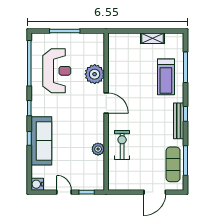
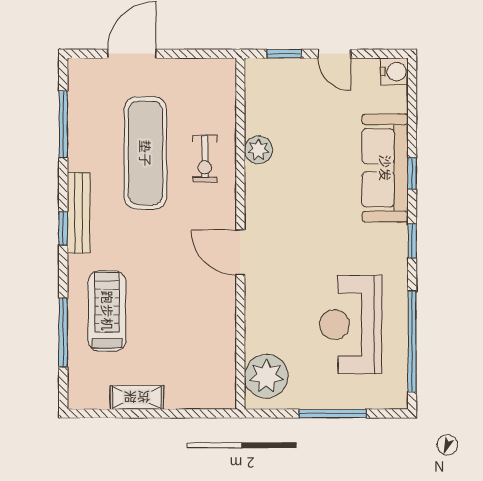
plant: (95, 74) -> (266, 376), moved
exercise bike: (122, 145) -> (205, 159), width x0.73, depth x0.72
exercise mat: (173, 164) -> (145, 153), moved, width x1.36, depth x1.45

